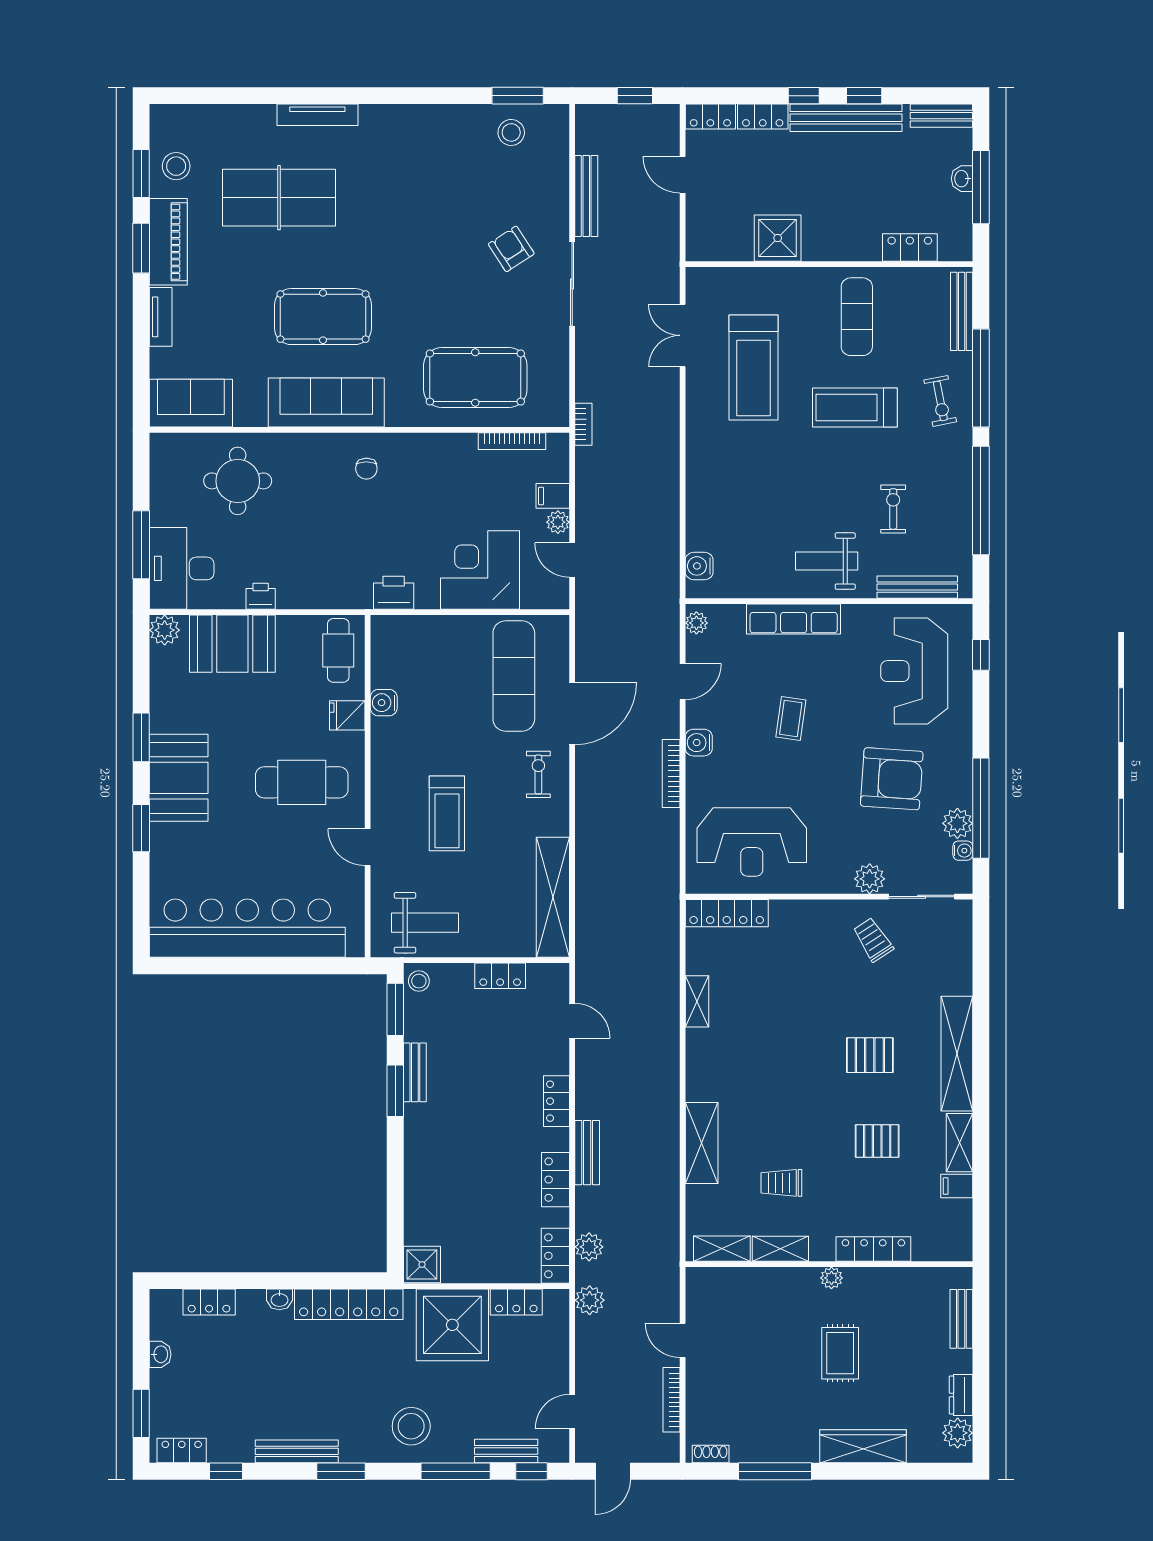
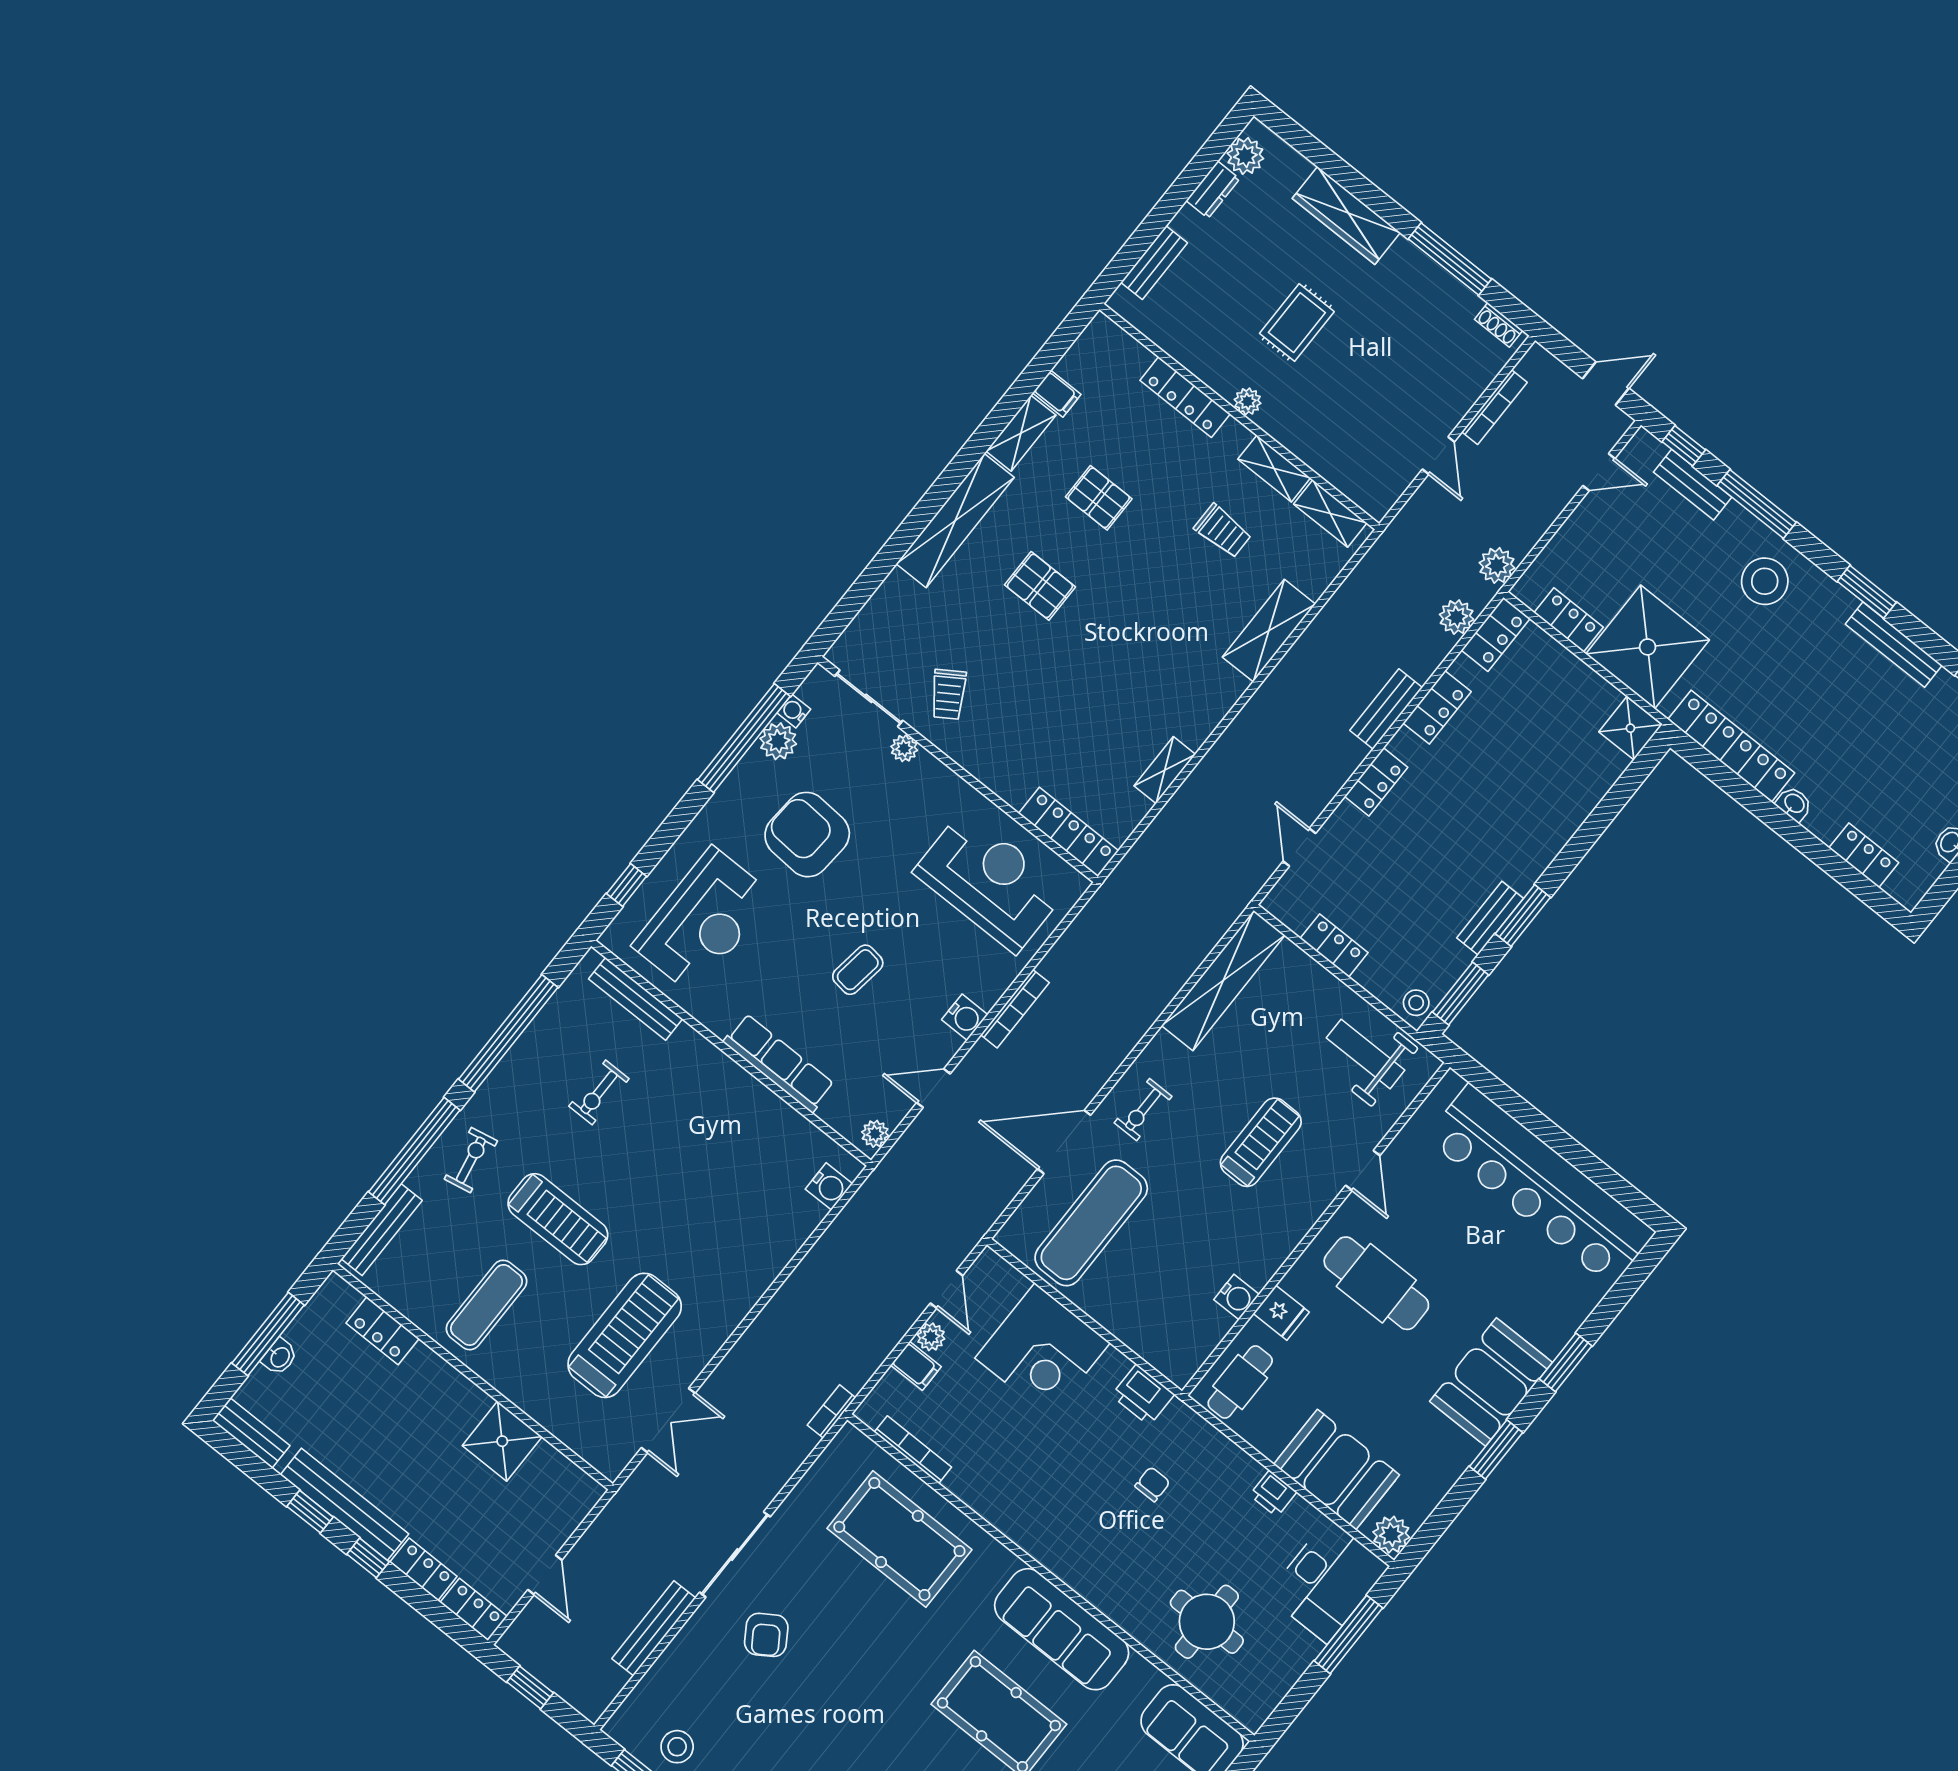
chair: (366, 469) -> (1152, 1484), moved
weight bench: (827, 561) -> (703, 1093), removed
plant: (870, 879) -> (904, 748), width x0.73, depth x0.73

